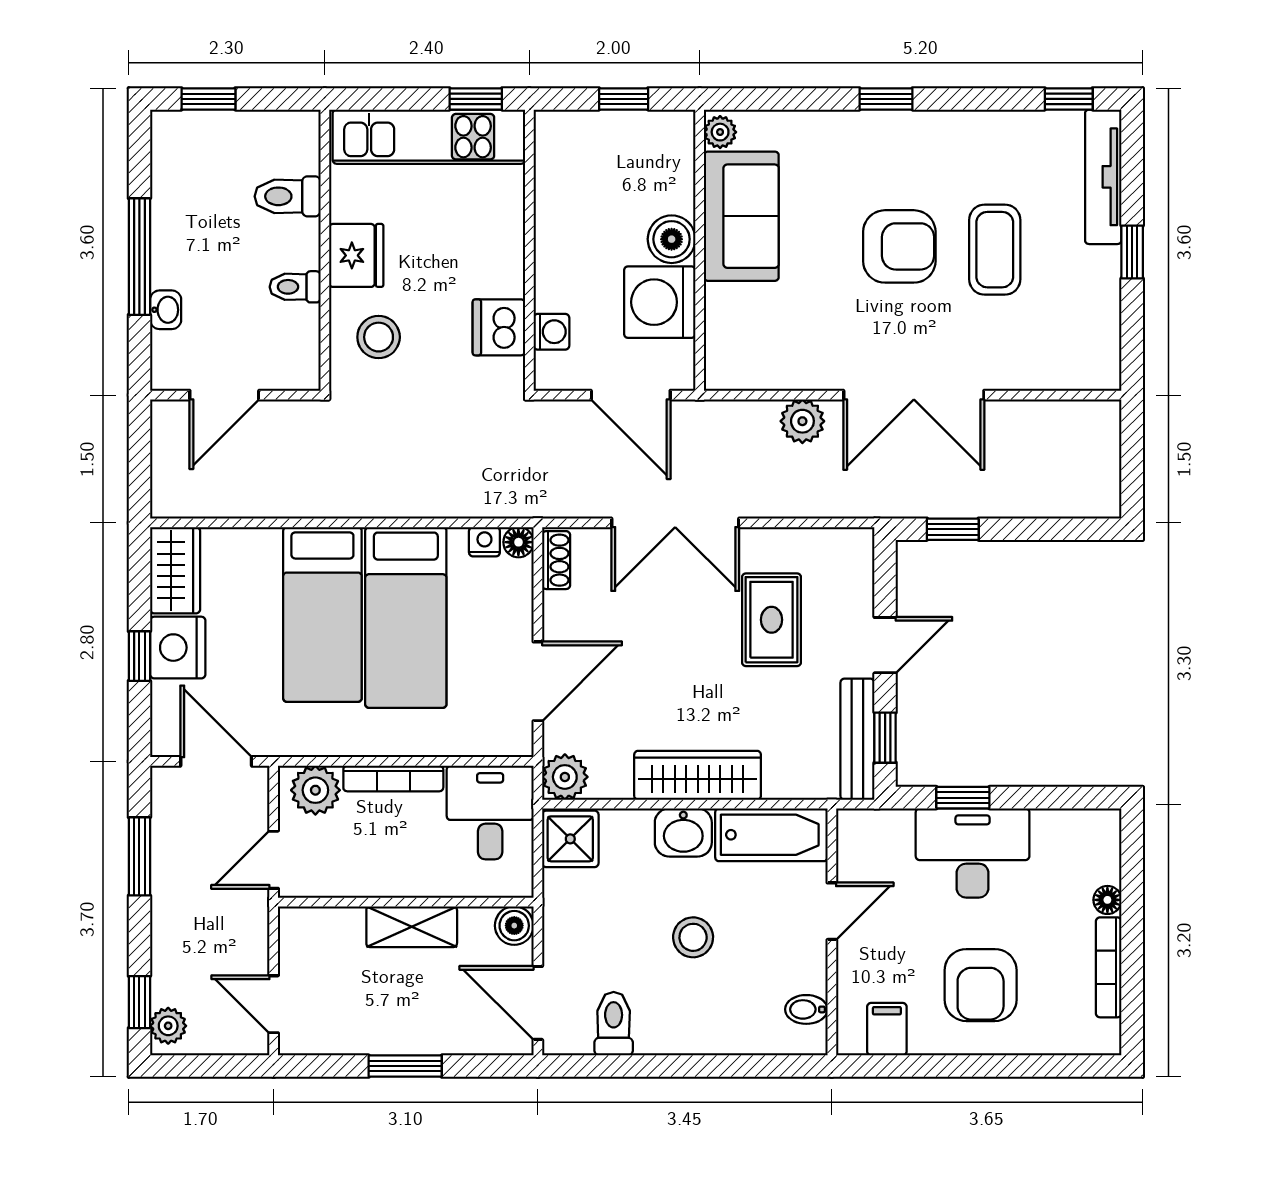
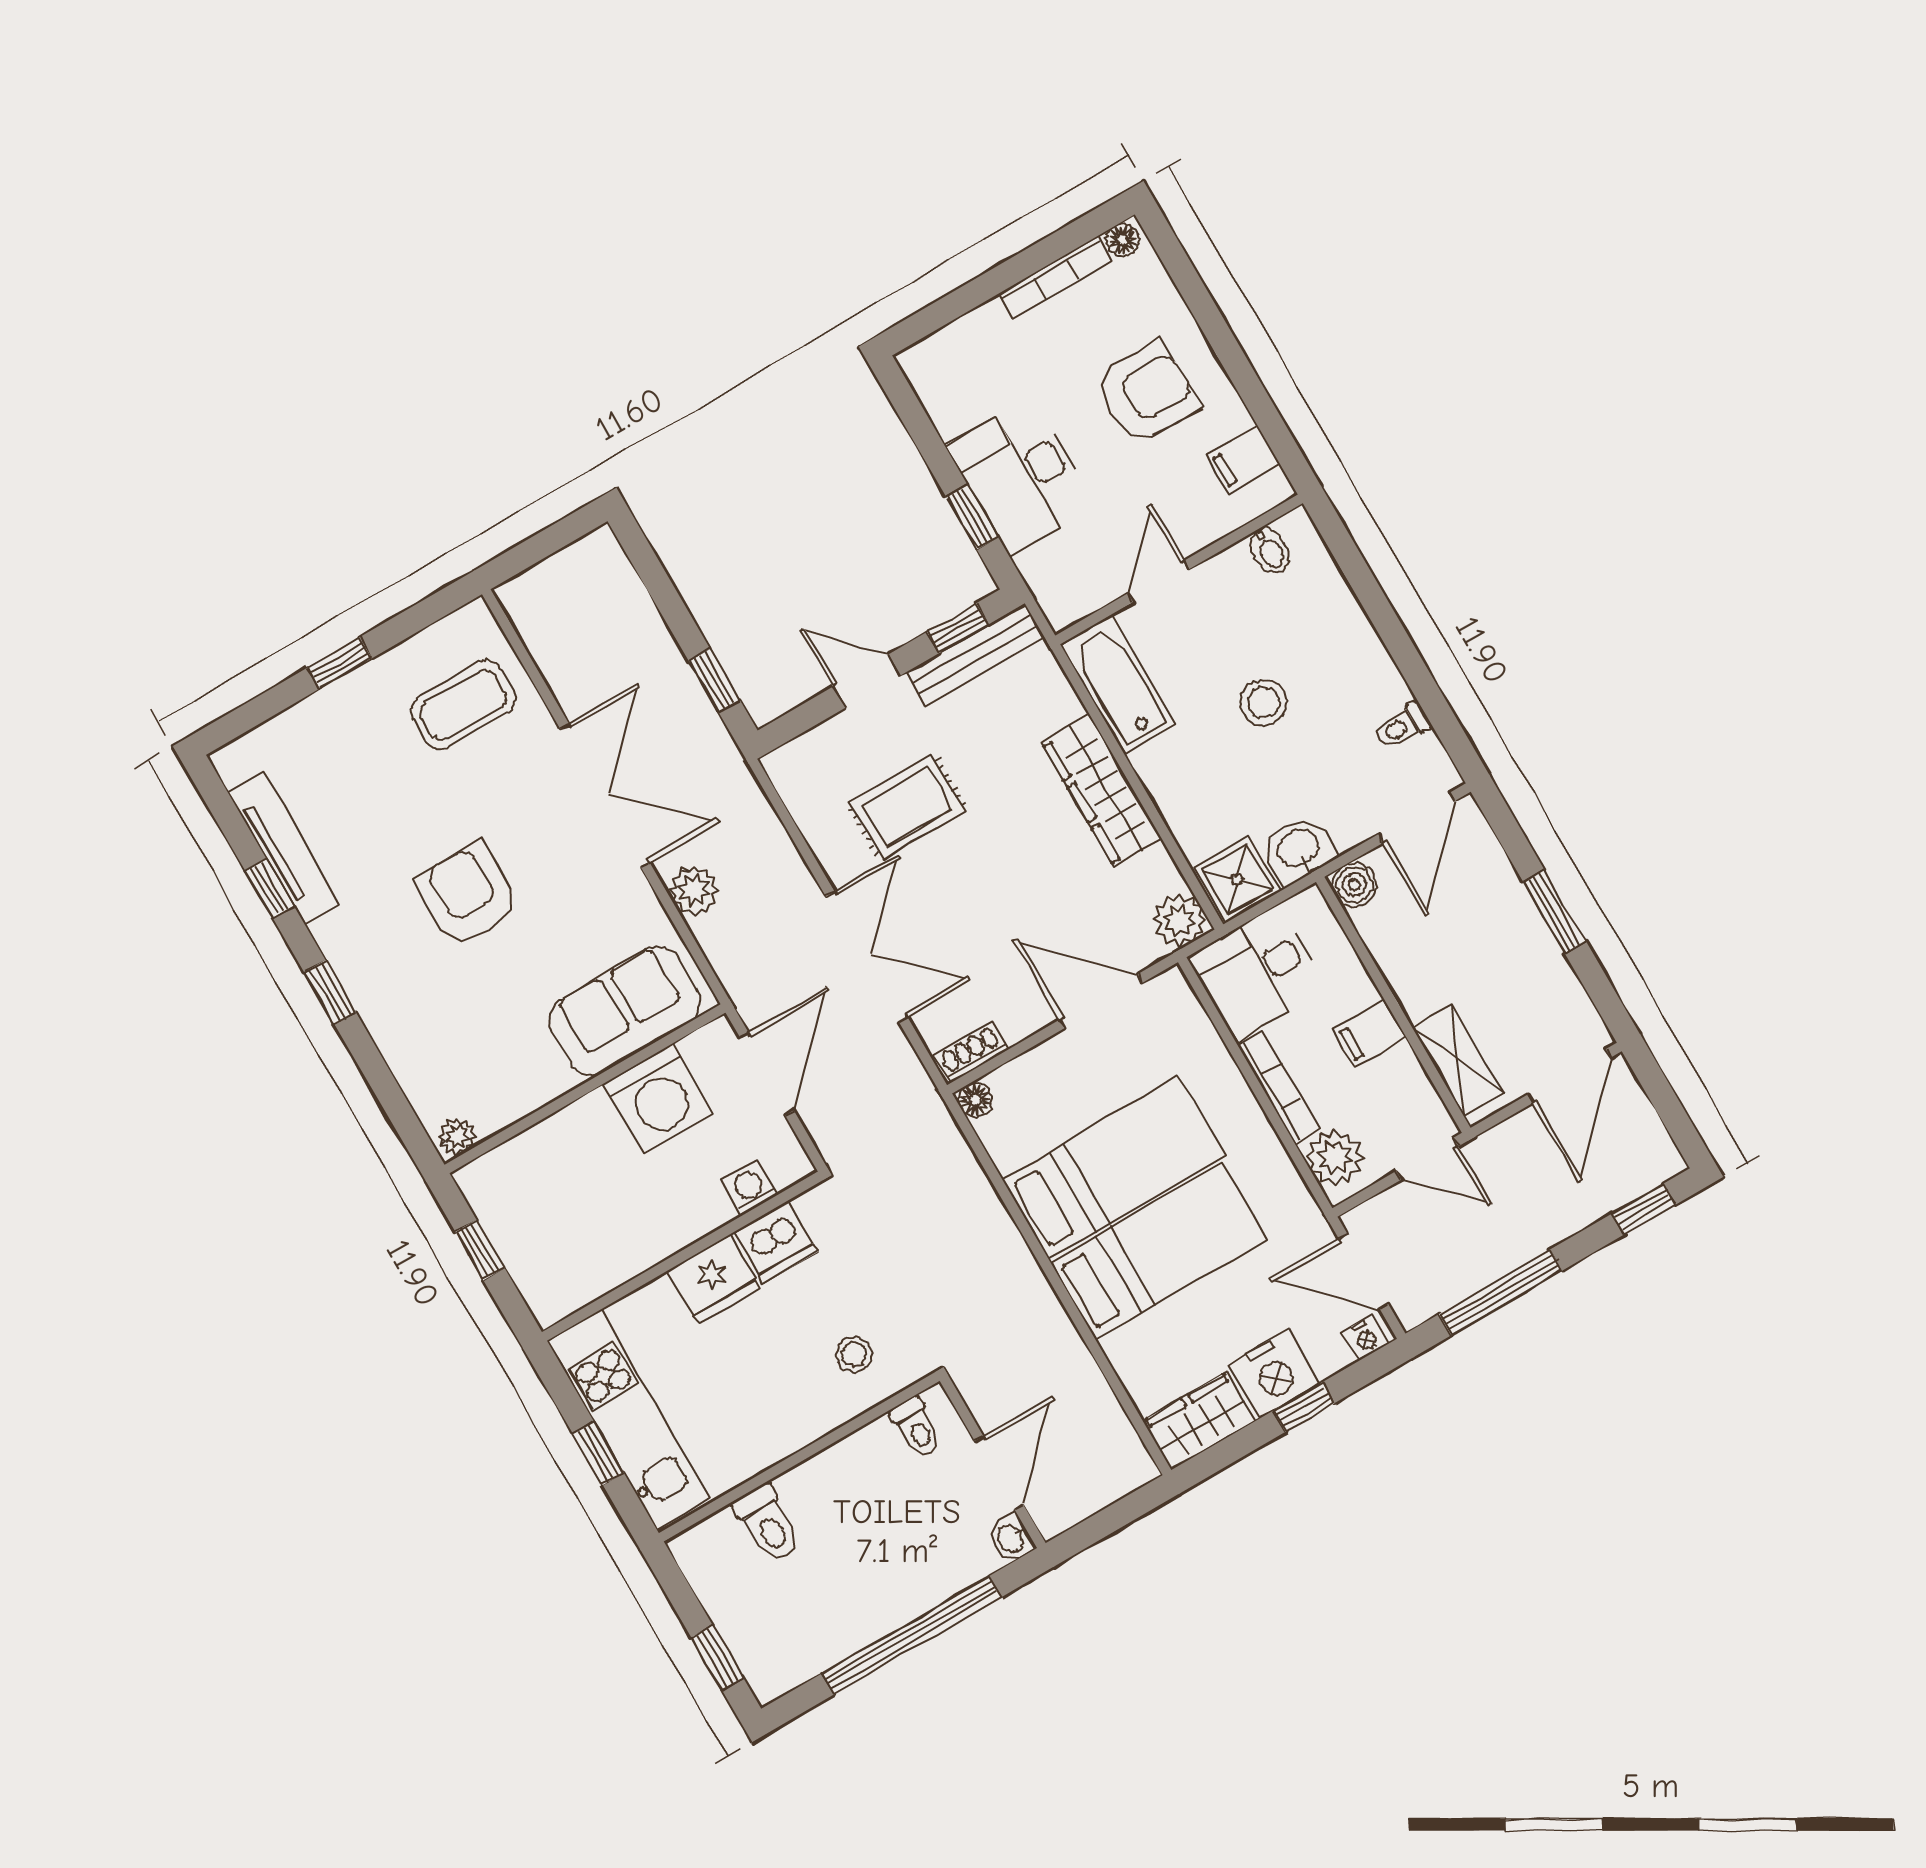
window: (476, 99) -> (598, 1453), moved
window: (1069, 99) -> (270, 889), moved
tv unit: (1103, 177) -> (284, 848), moved, turned -90
sofa: (741, 216) -> (625, 1011), moved
boiler: (672, 239) -> (590, 1123), removed
coffee table: (995, 250) -> (463, 705), moved
fridge: (356, 255) -> (714, 1279), moved, turned 180
window: (139, 257) -> (912, 1635), width x1.46
toilet: (295, 287) -> (917, 1428), moved
washbasin: (166, 310) -> (1011, 1538), moved, turned -90
stool: (379, 337) -> (854, 1354), width x0.73, depth x0.73
door: (224, 395) -> (999, 1473), hinge flipped
nightstand: (484, 542) -> (1366, 1338), moved, turned -90
door: (216, 761) -> (1363, 1271), hinge flipped
washbasin: (683, 832) -> (1299, 849), moved, turned -90
window: (139, 856) -> (1501, 1292), width x1.44
filing cabinet: (395, 871) -> (1370, 1033), added
floor lamp: (1107, 900) -> (1122, 240), moved
door: (832, 911) -> (1159, 581), hinge flipped
shelving: (412, 927) -> (1458, 1060), moved
door: (274, 1004) -> (1569, 1076), width x1.38
toilet: (614, 1024) -> (1403, 726), width x0.73, depth x0.72
plant: (168, 1026) -> (1651, 1167), removed

